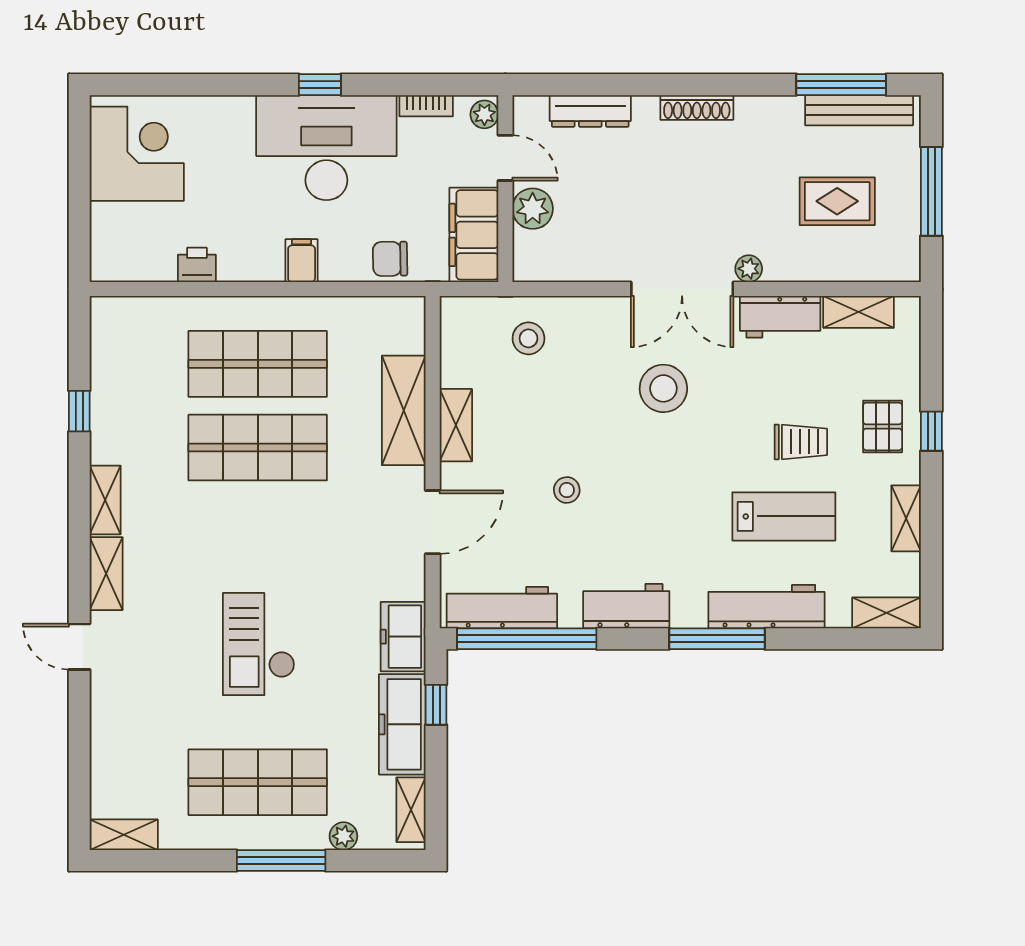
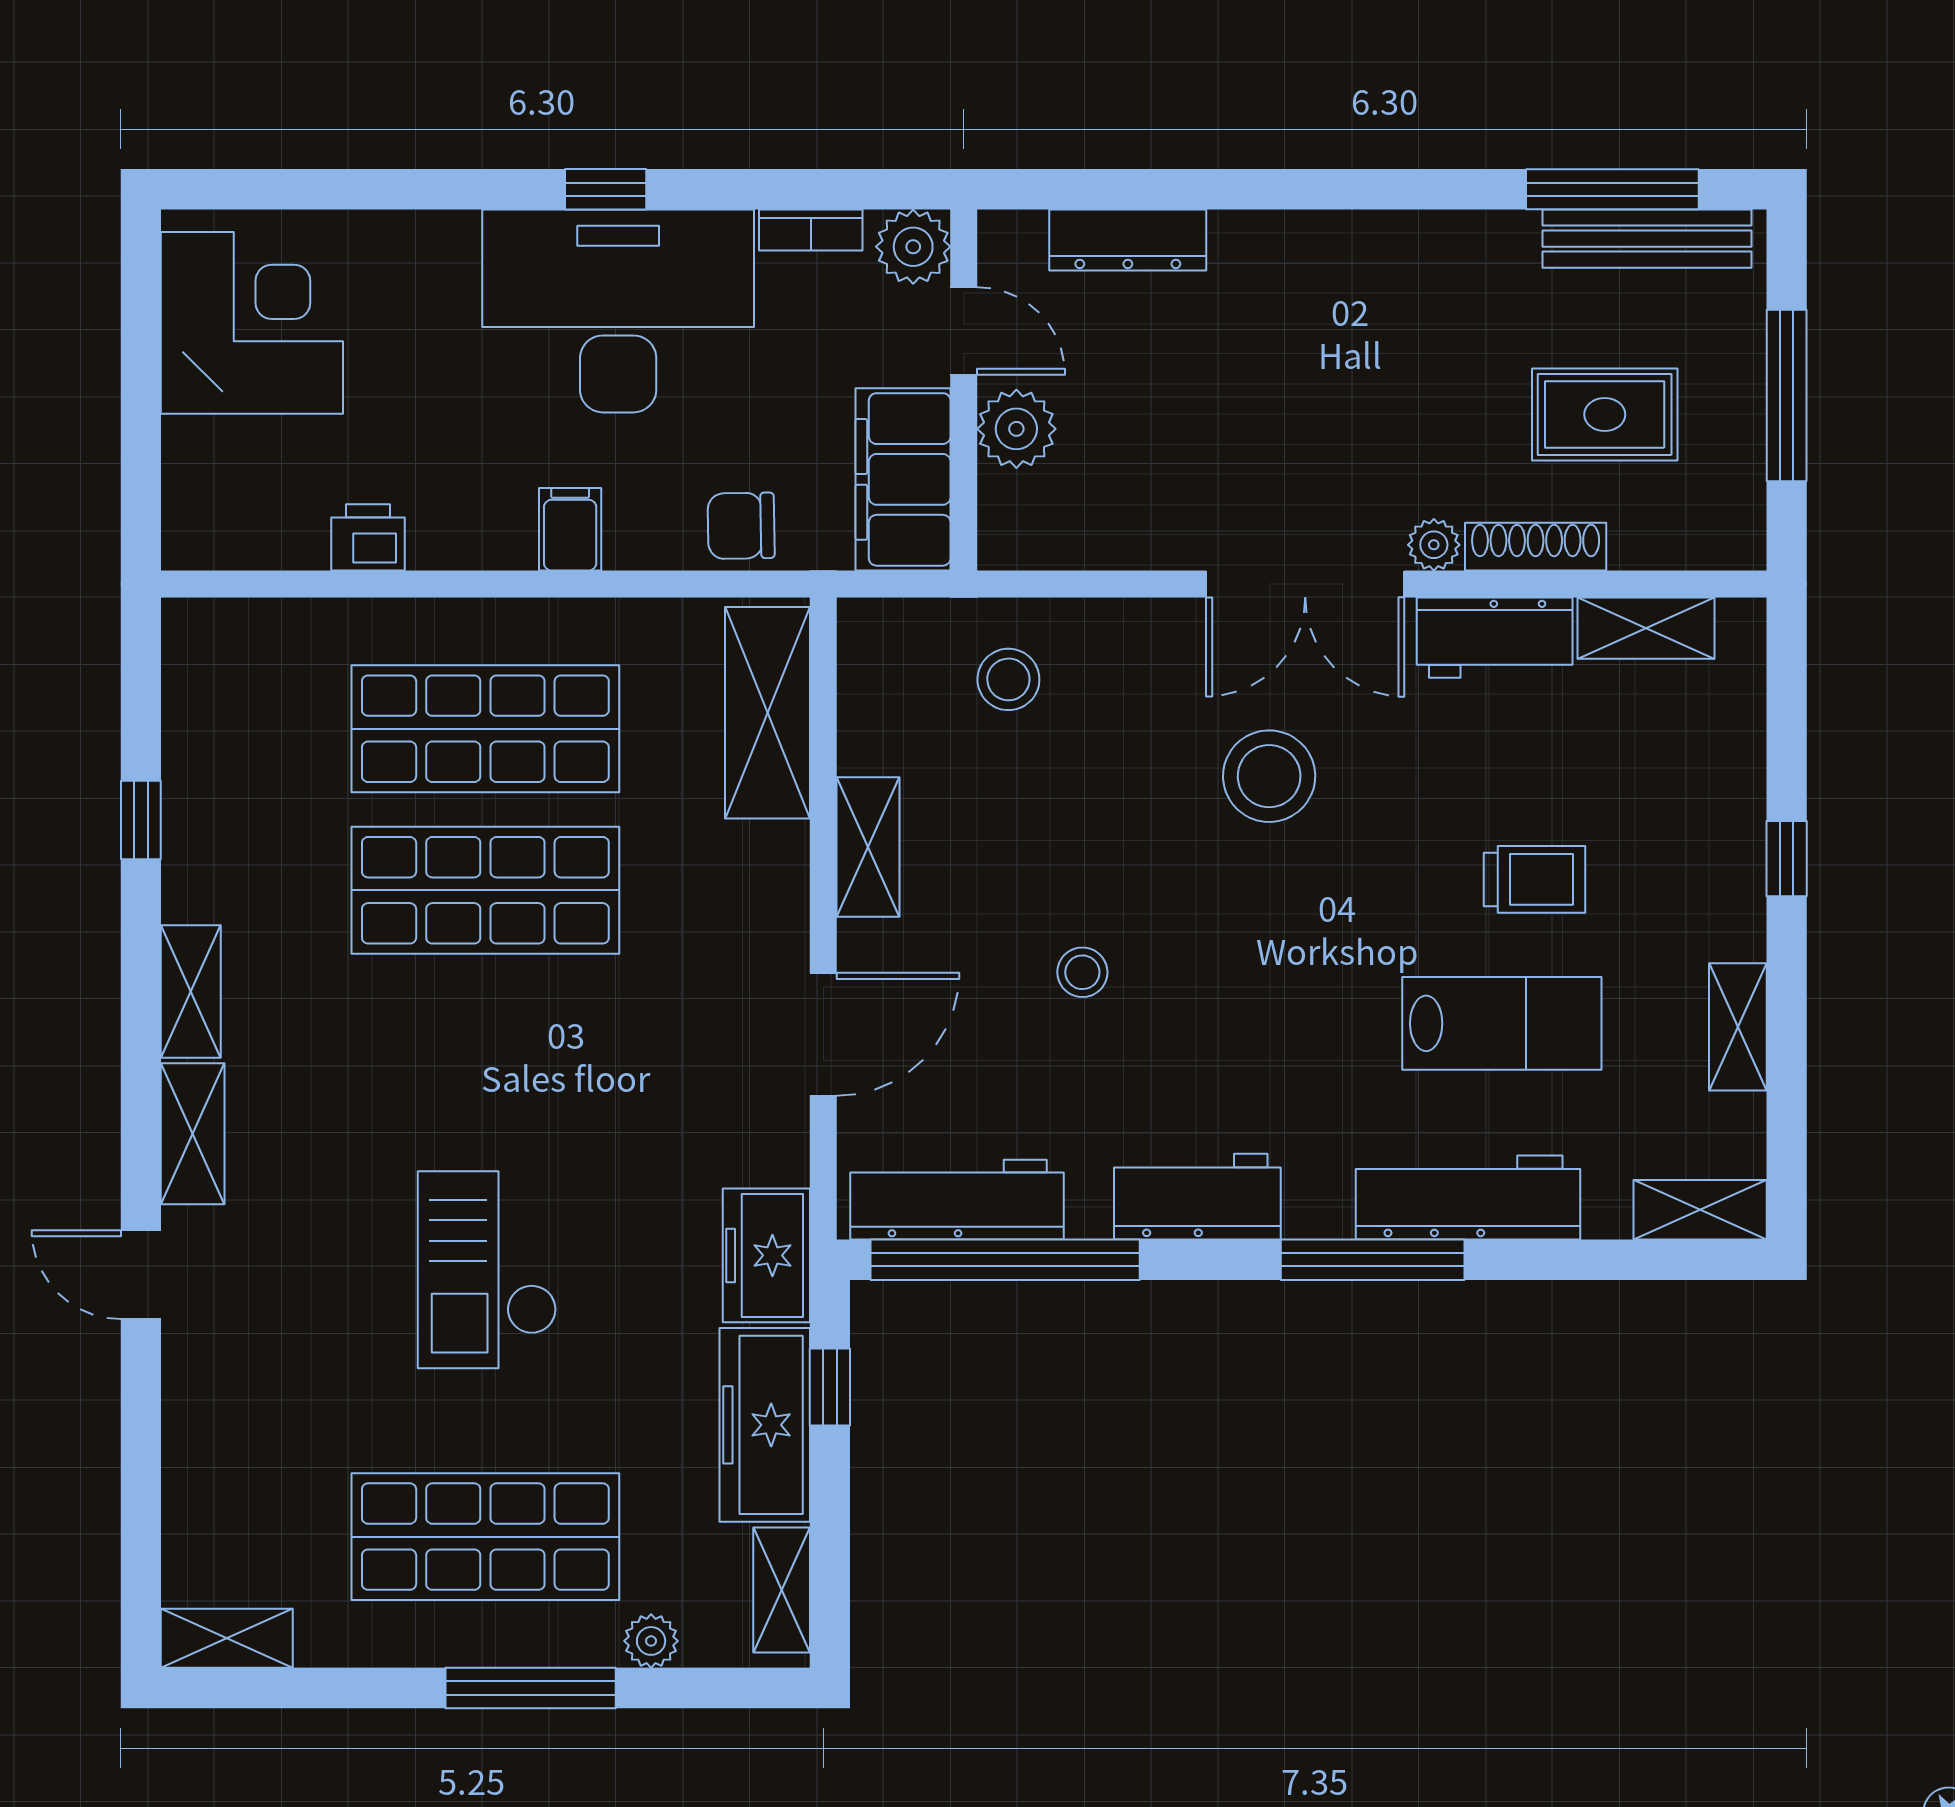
shoe rack: (697, 107) -> (1536, 547), moved, turned 180
plant: (484, 114) -> (913, 247), width x1.38, depth x1.38
shelving: (404, 410) -> (768, 713), moved
pallet: (883, 426) -> (1692, 850), removed

